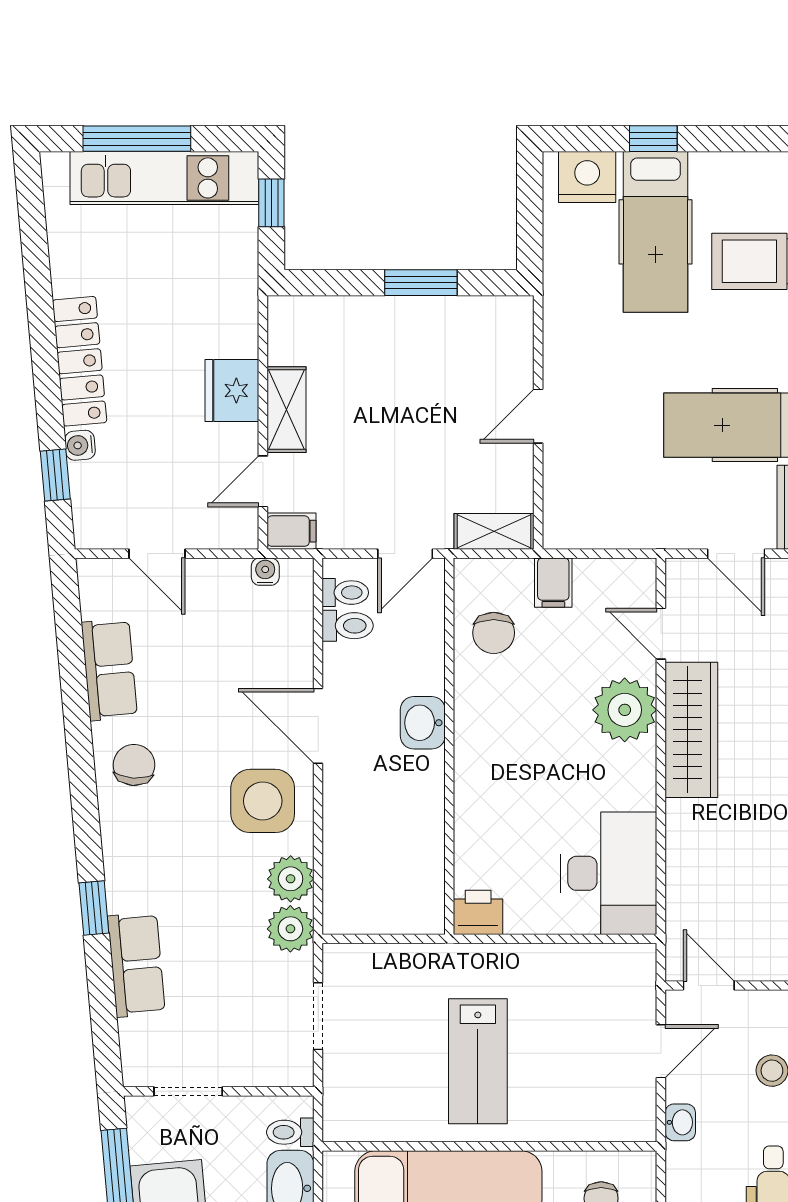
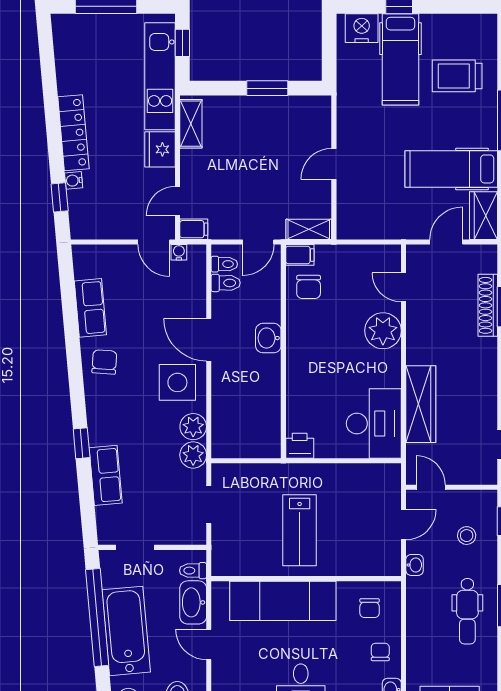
kitchen unit: (164, 178) -> (160, 76), moved, turned 90
shelving: (287, 410) -> (191, 124), moved
door: (157, 554) -> (154, 242), moved
door: (736, 554) -> (446, 242), swing flipped
filing cabinet: (553, 583) -> (300, 255), moved, turned -90
wardrobe: (691, 730) -> (421, 404), moved

